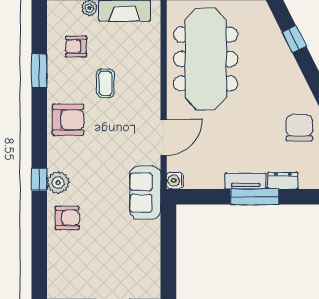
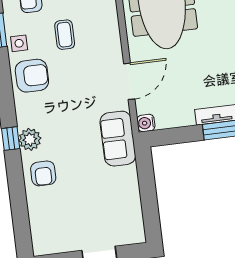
side table: (59, 86) -> (19, 43), added
armchair: (67, 218) -> (43, 173), turned 90

